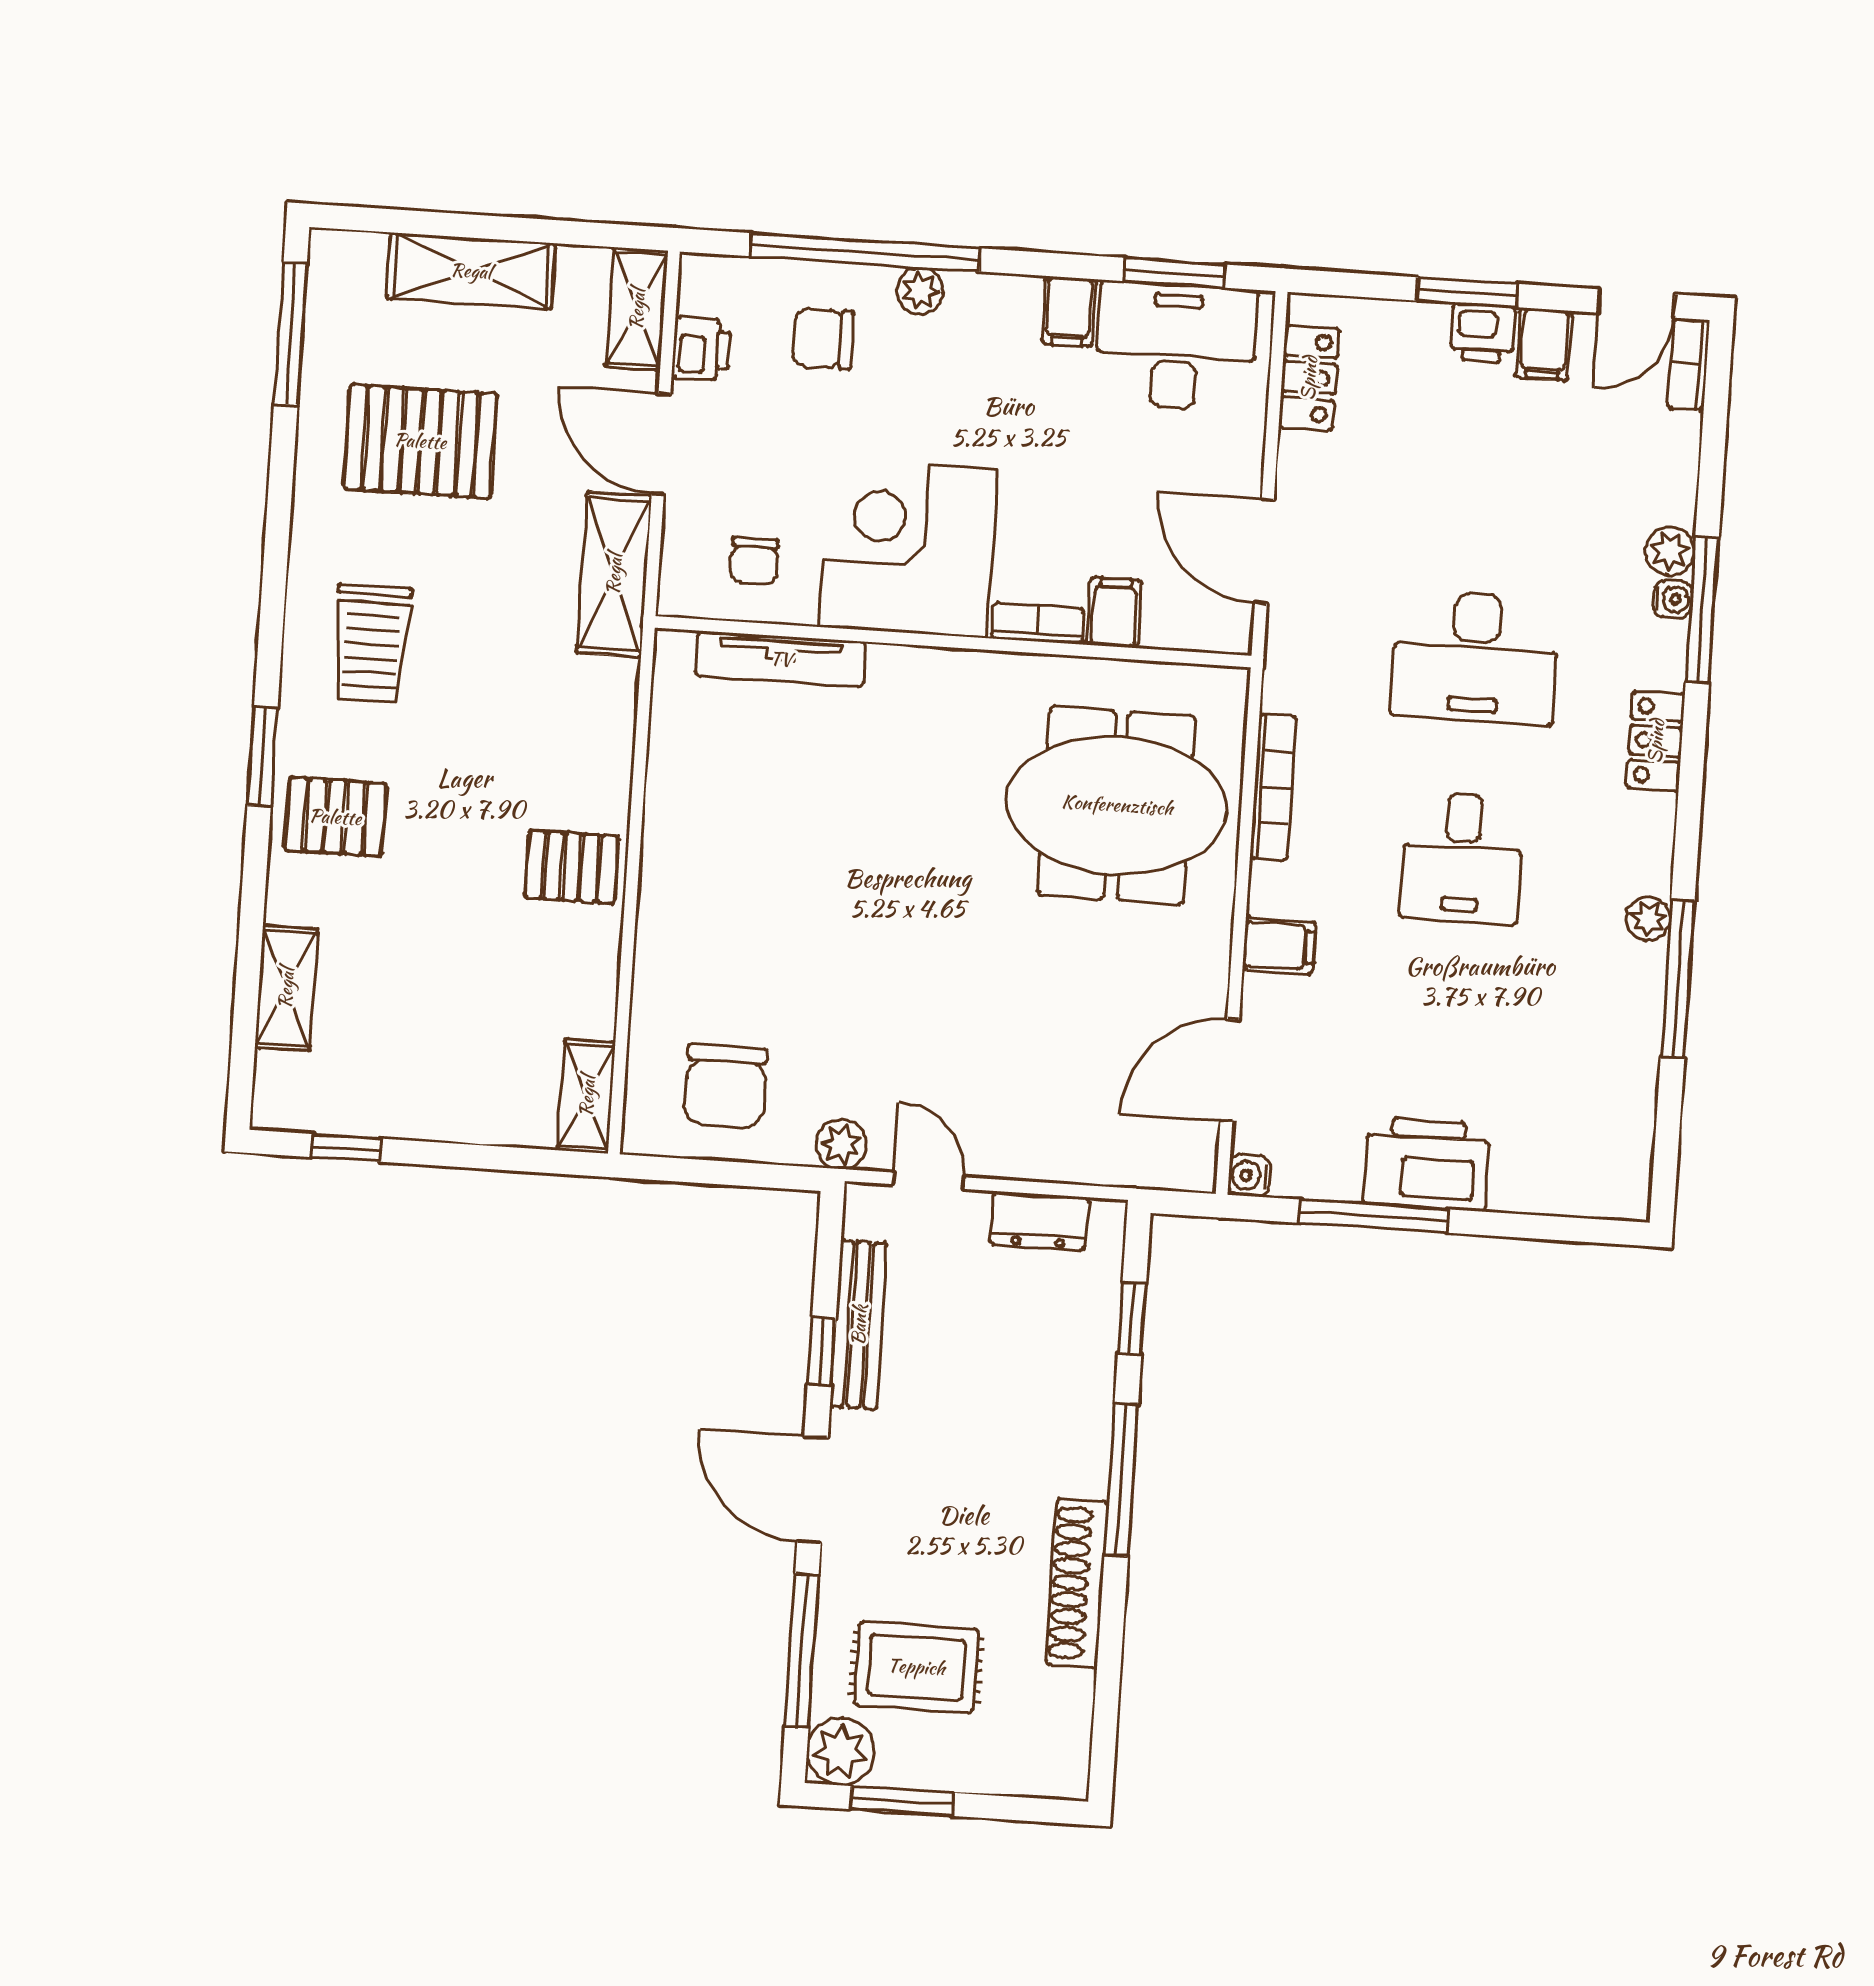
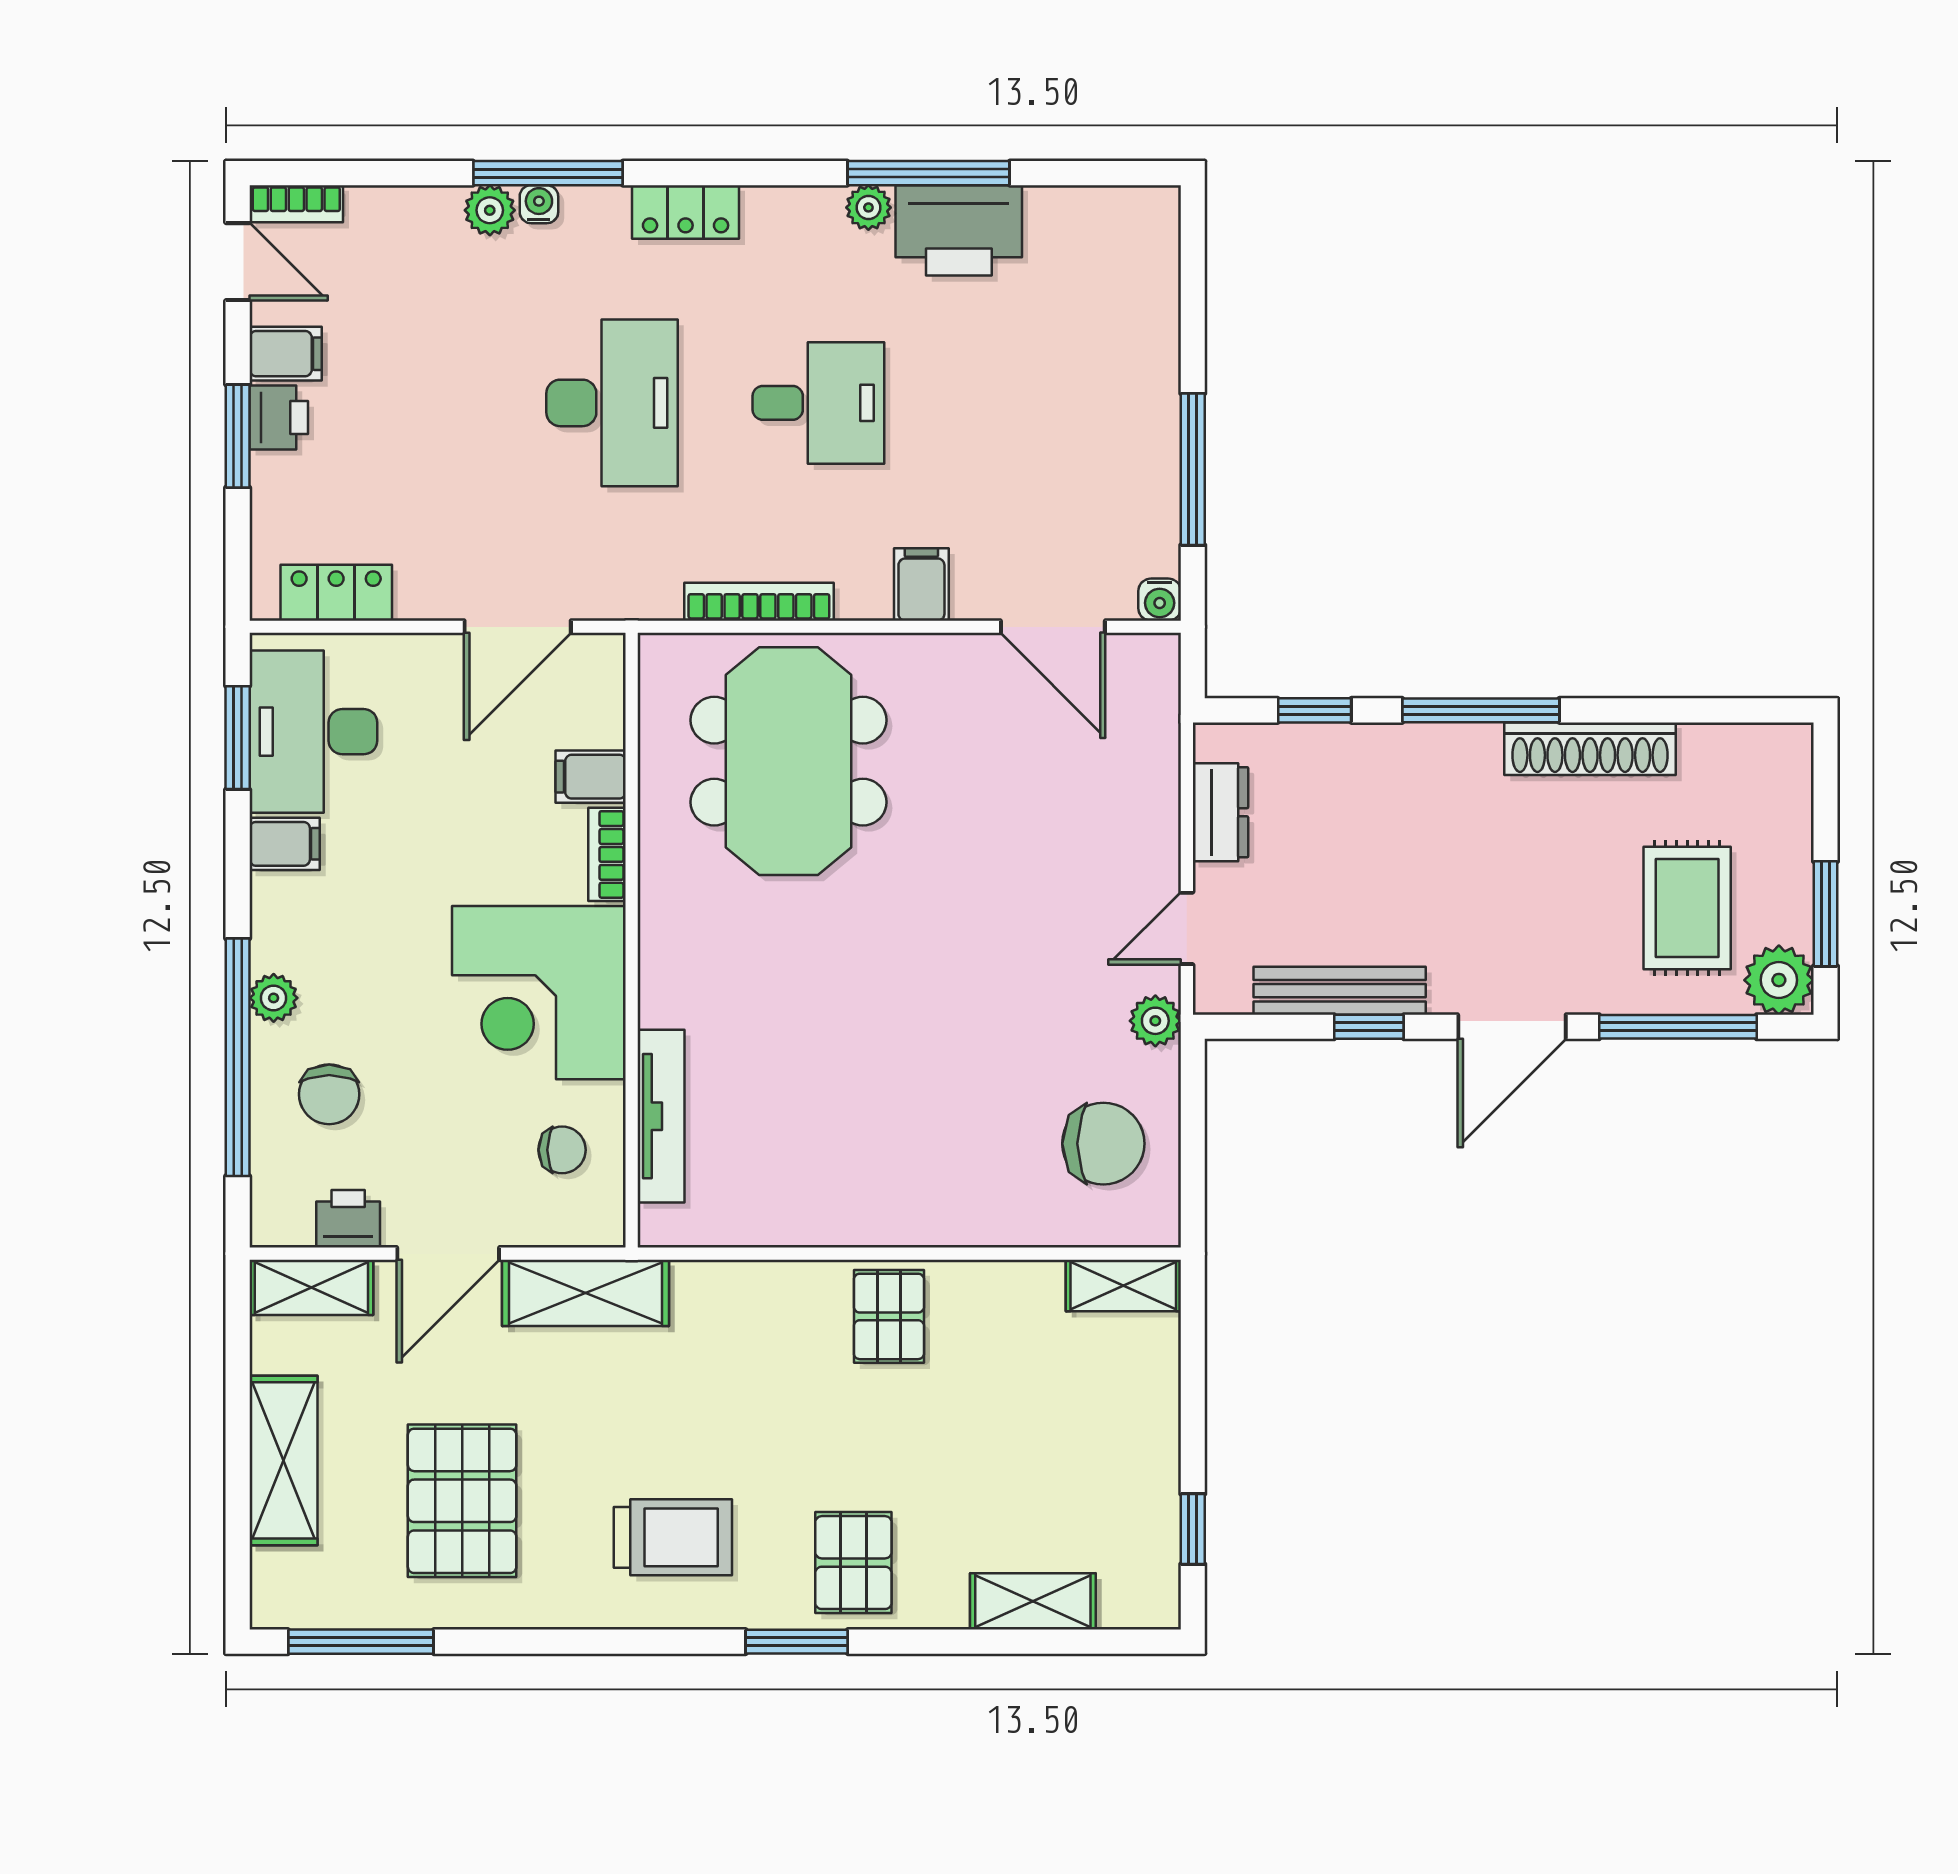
printer: (1427, 1164) -> (959, 230), moved, turned -90

